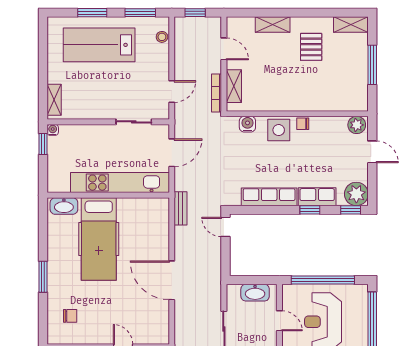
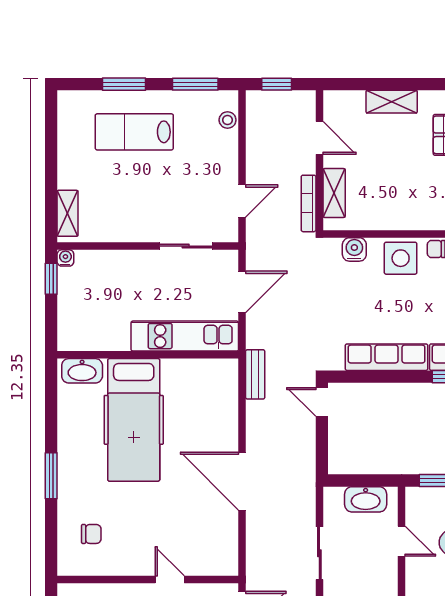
lab bench: (99, 45) -> (134, 132), width x0.73, depth x0.72
kitchen unit: (120, 183) -> (185, 336), width x0.73

